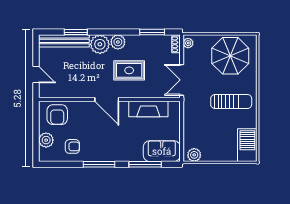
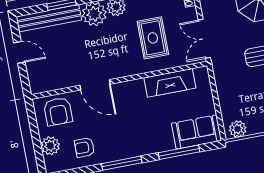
rug: (129, 70) -> (153, 38), moved, turned 90
door: (36, 75) -> (19, 52), moved
door: (107, 99) -> (95, 85), moved
armchair: (72, 146) -> (84, 147), turned 180

